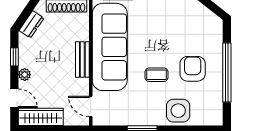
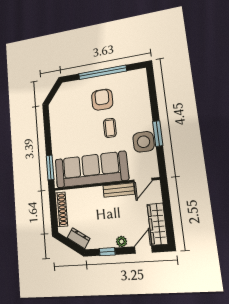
bench: (82, 60) -> (119, 190), moved
armchair: (193, 69) -> (102, 100), turned 90
side table: (178, 111) -> (143, 142), moved

